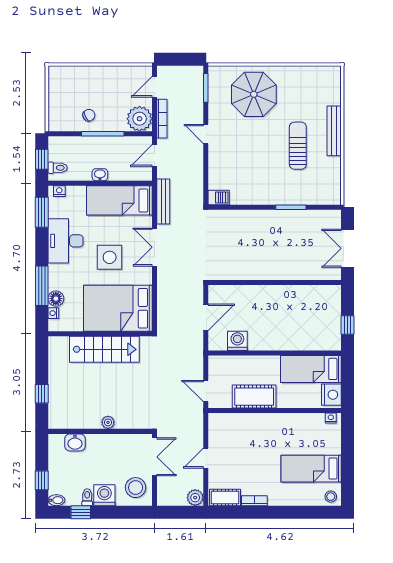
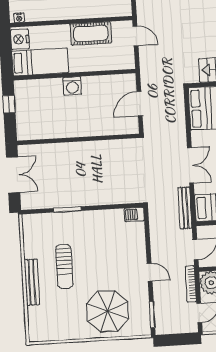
washing machine: (237, 341) -> (72, 86), moved

